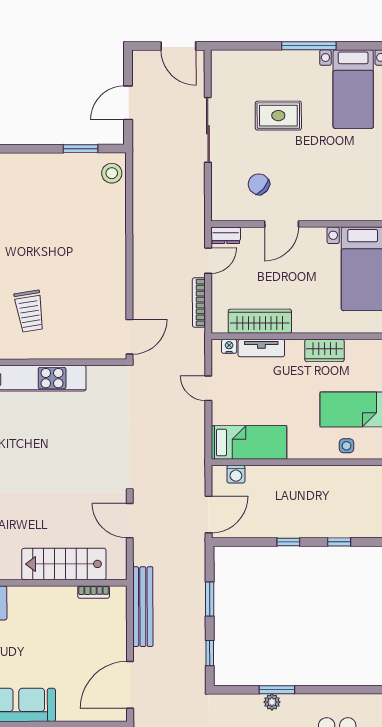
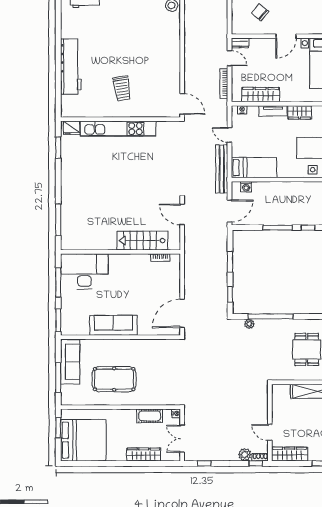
door: (282, 224) -> (286, 36), moved
door: (208, 261) -> (229, 58), hinge flipped
door: (129, 337) -> (182, 104), hinge flipped
tv unit: (261, 348) -> (273, 111), moved
window: (288, 542) -> (278, 228), width x2.17
bench: (143, 607) -> (222, 169), moved
window: (277, 690) -> (270, 316), width x2.11
plant: (272, 702) -> (249, 324), moved

